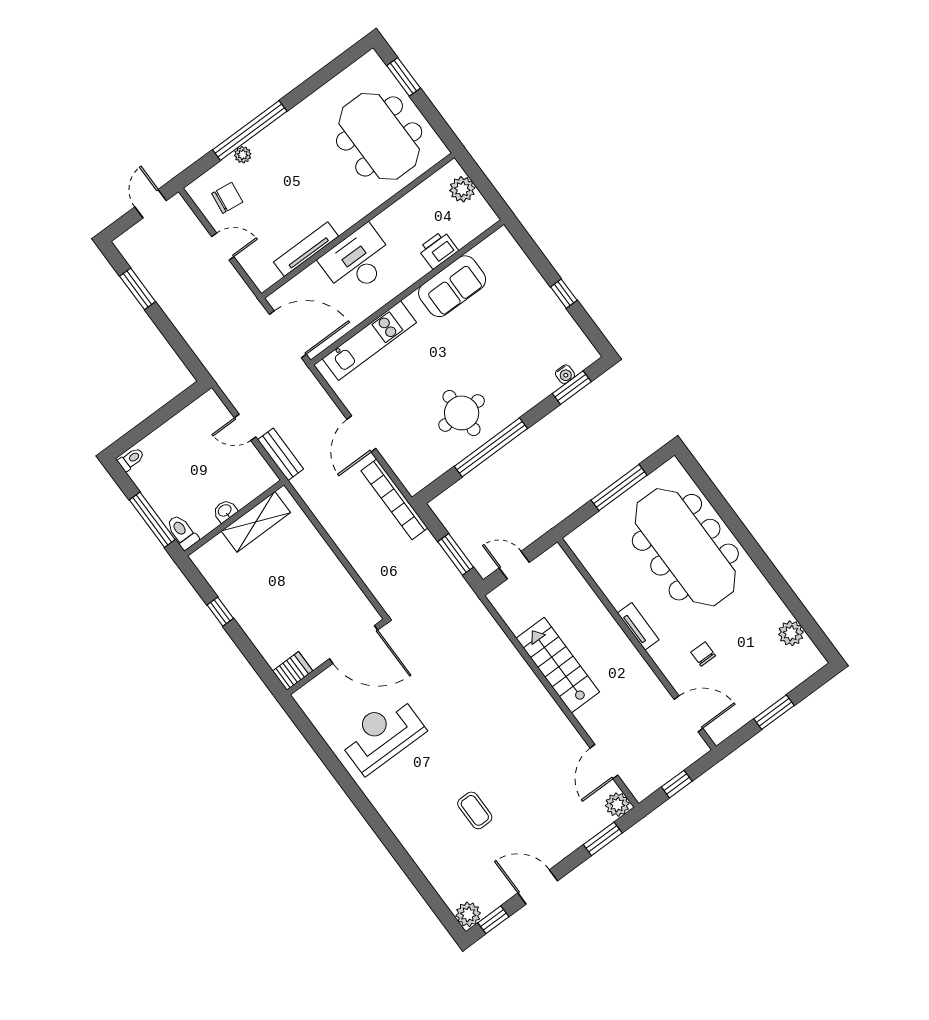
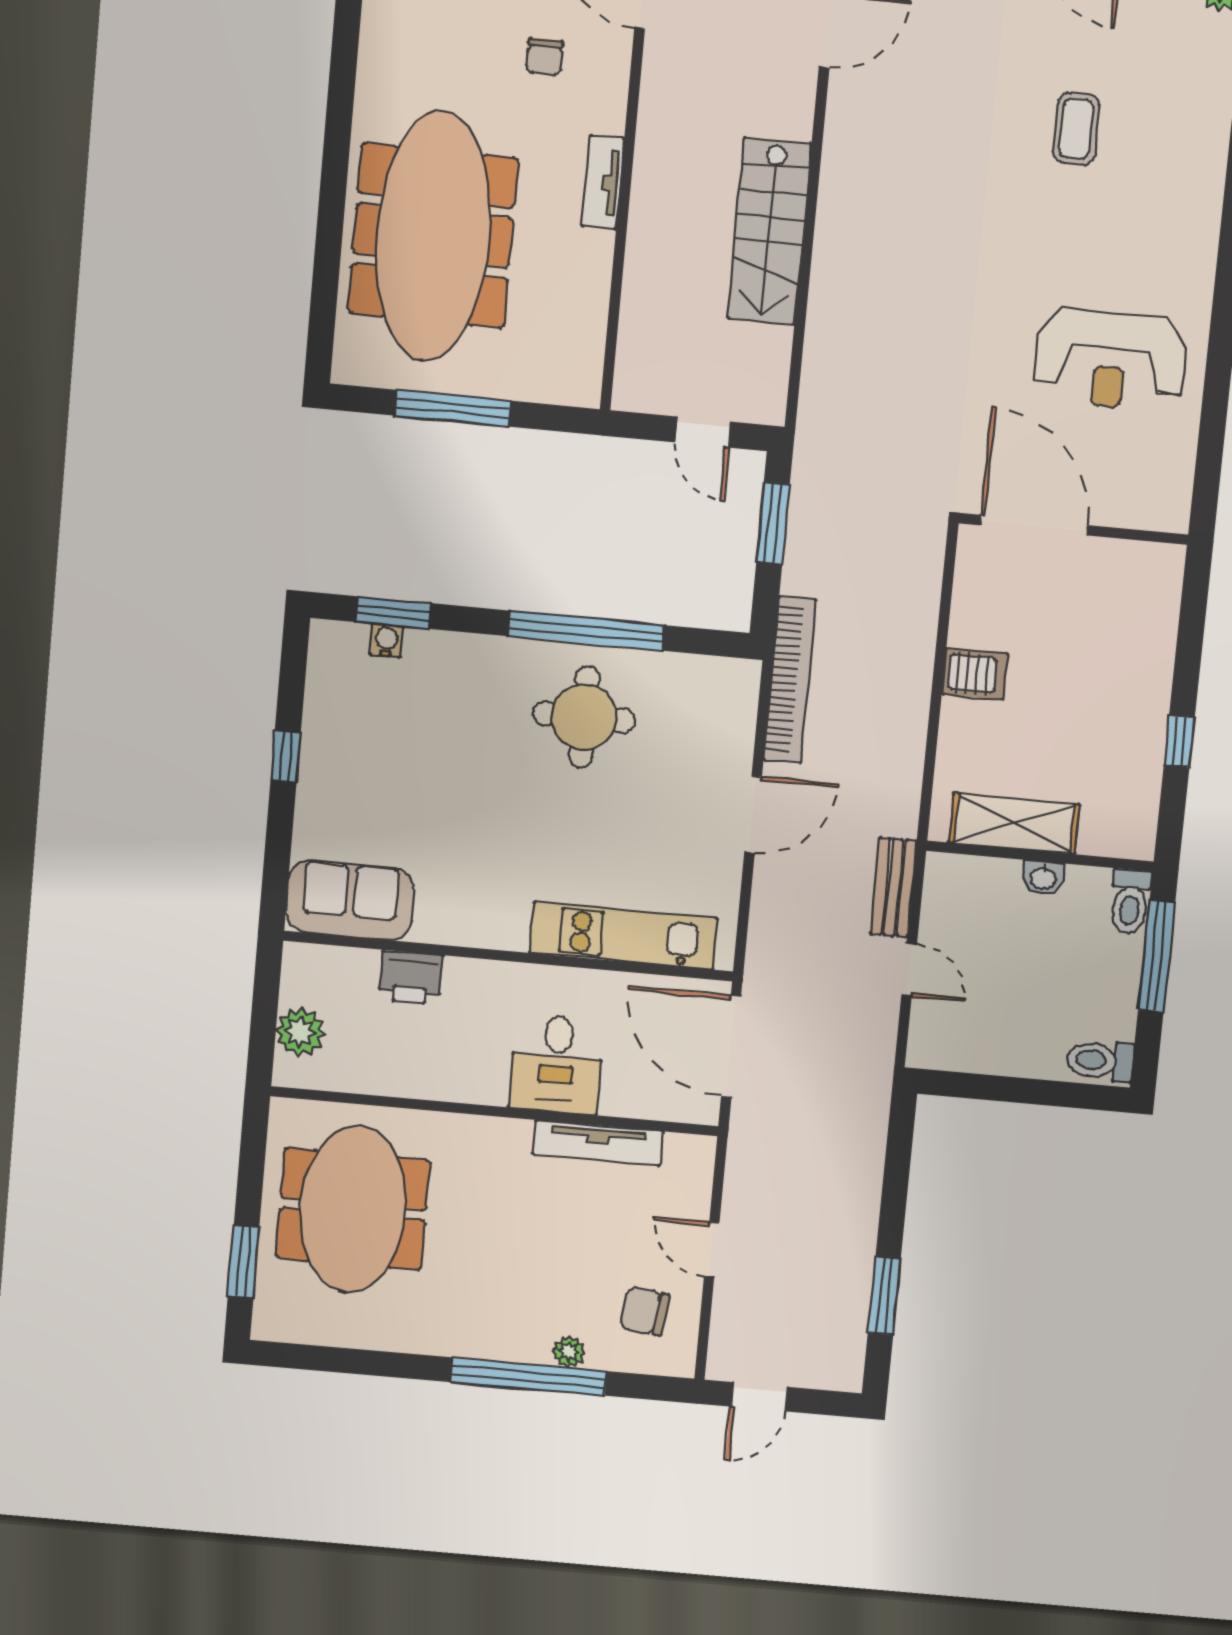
desk: (357, 261) -> (557, 1064), width x0.73
sofa: (452, 286) -> (350, 900), moved
toilet: (131, 459) -> (1100, 1061), width x1.37, depth x1.39
server rack: (293, 671) -> (975, 674), moved, turned 180

